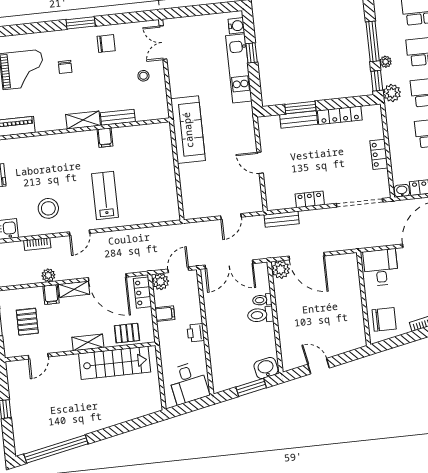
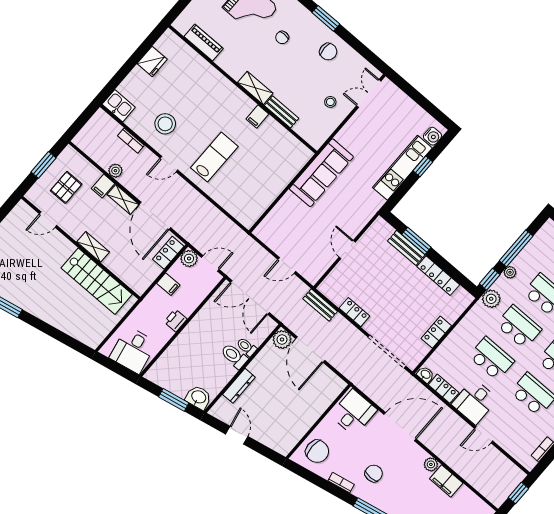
dresser: (285, 331) -> (239, 386), added
pallet: (127, 333) -> (127, 270), removed

